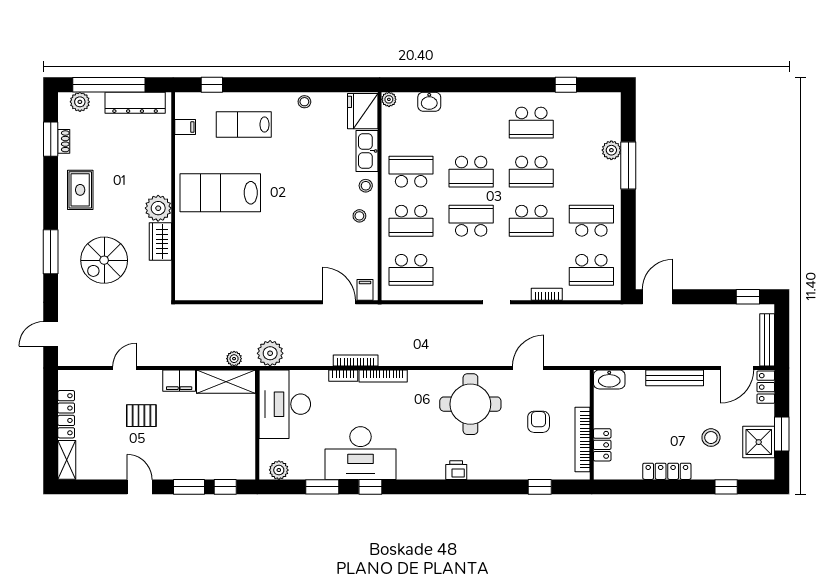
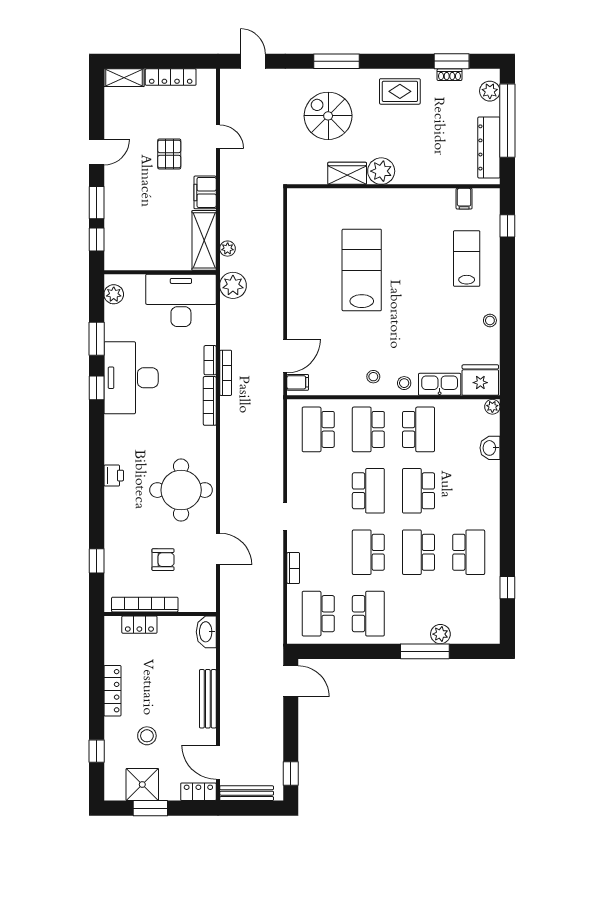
school desk: (531, 123) -> (469, 552), turned 180
lab bench: (220, 193) -> (362, 270), moved

